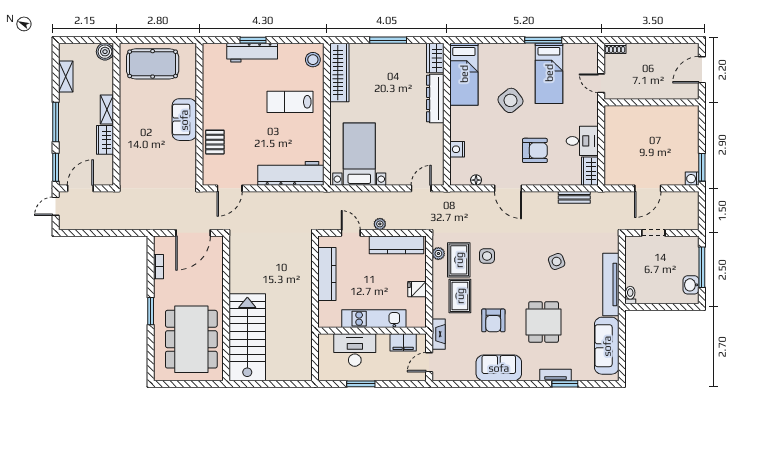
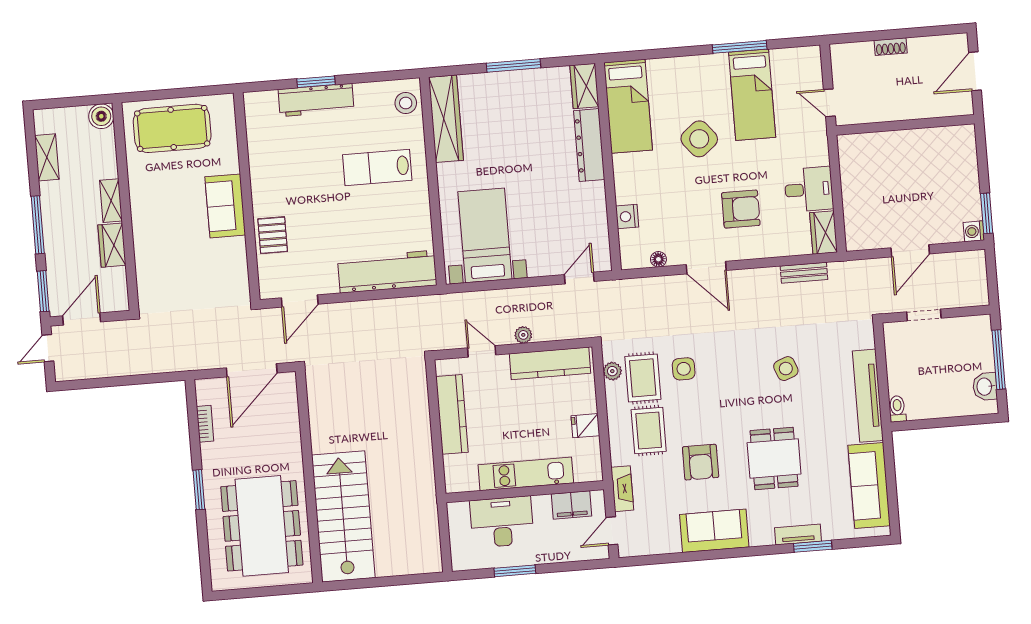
shoe rack: (615, 48) -> (891, 47), moved

